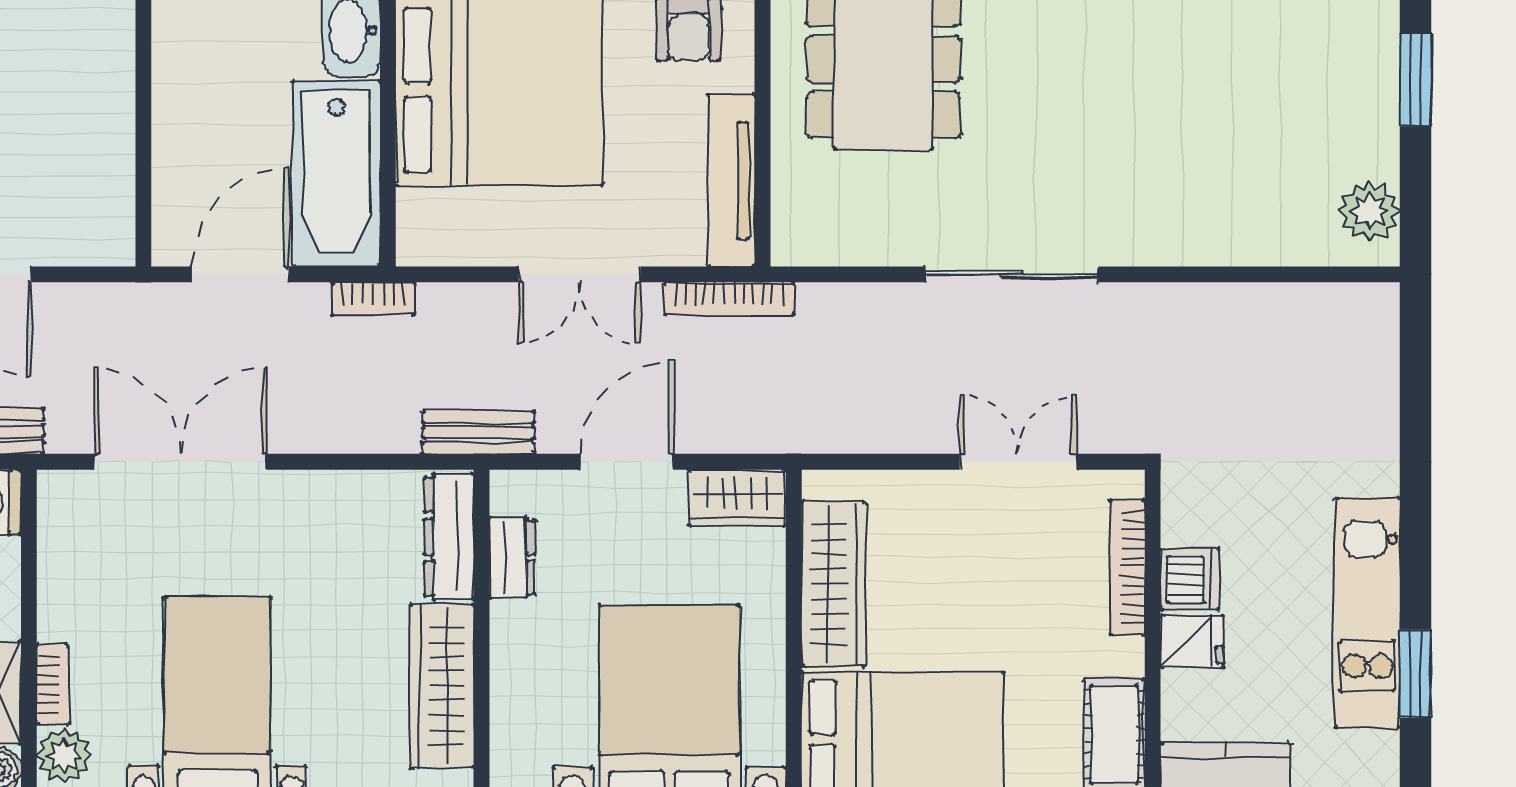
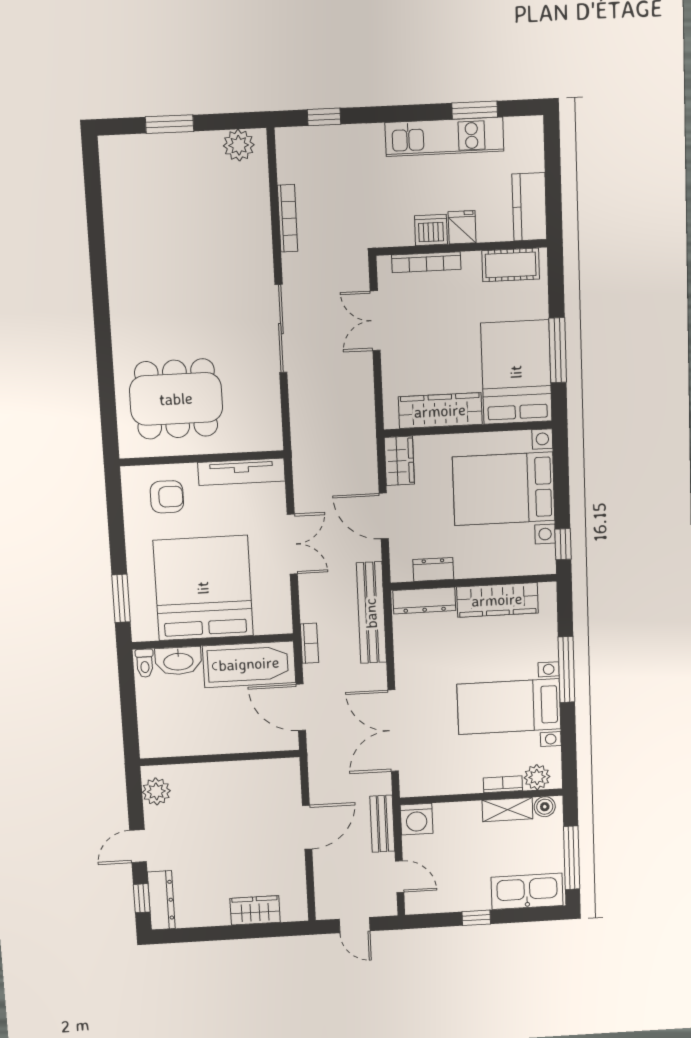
bookcase: (729, 299) -> (288, 218), moved
window: (1415, 380) -> (324, 117), added
bench: (478, 432) -> (371, 613), width x1.86, depth x1.21

